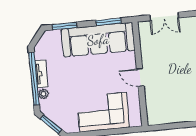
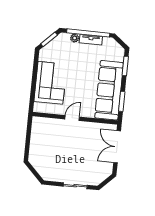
double door: (164, 16) -> (117, 147), width x1.37

